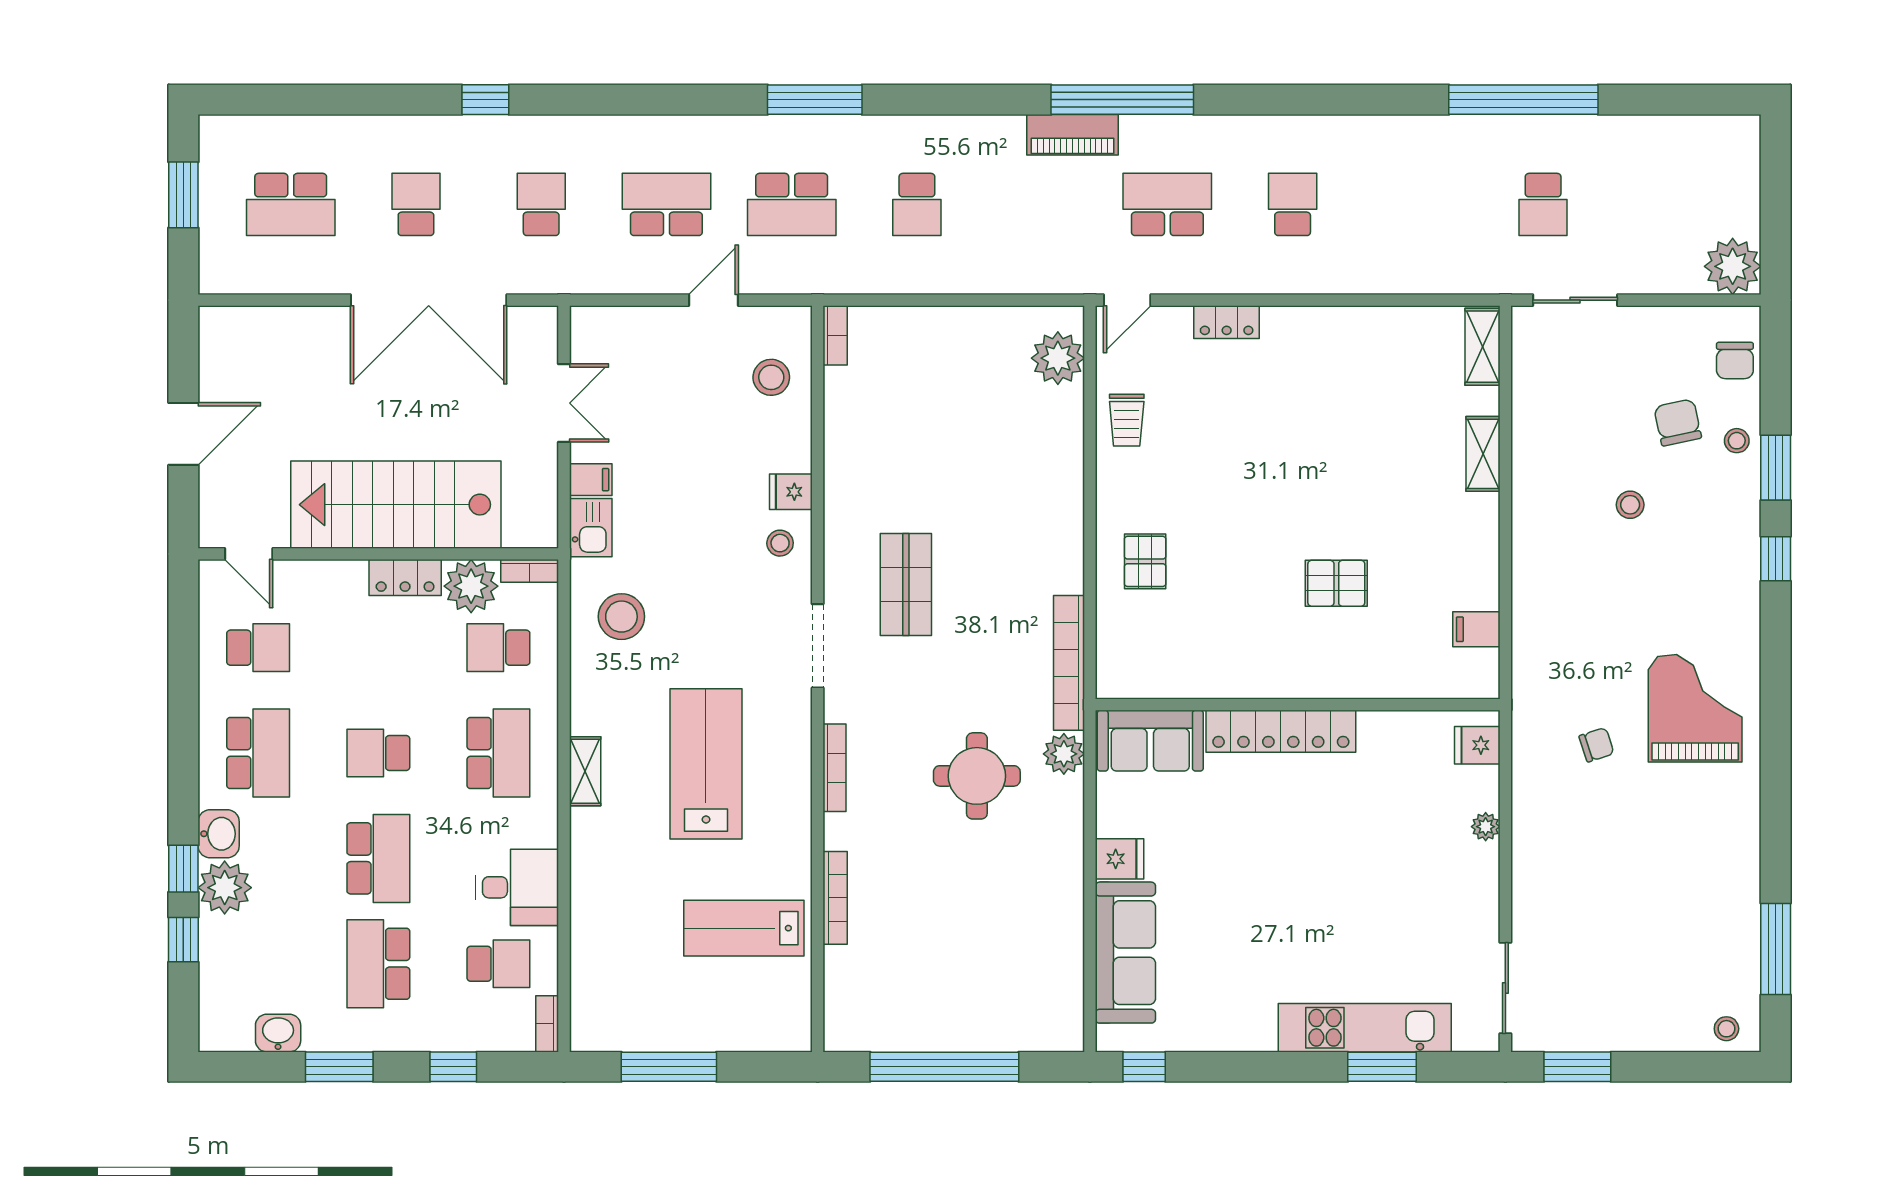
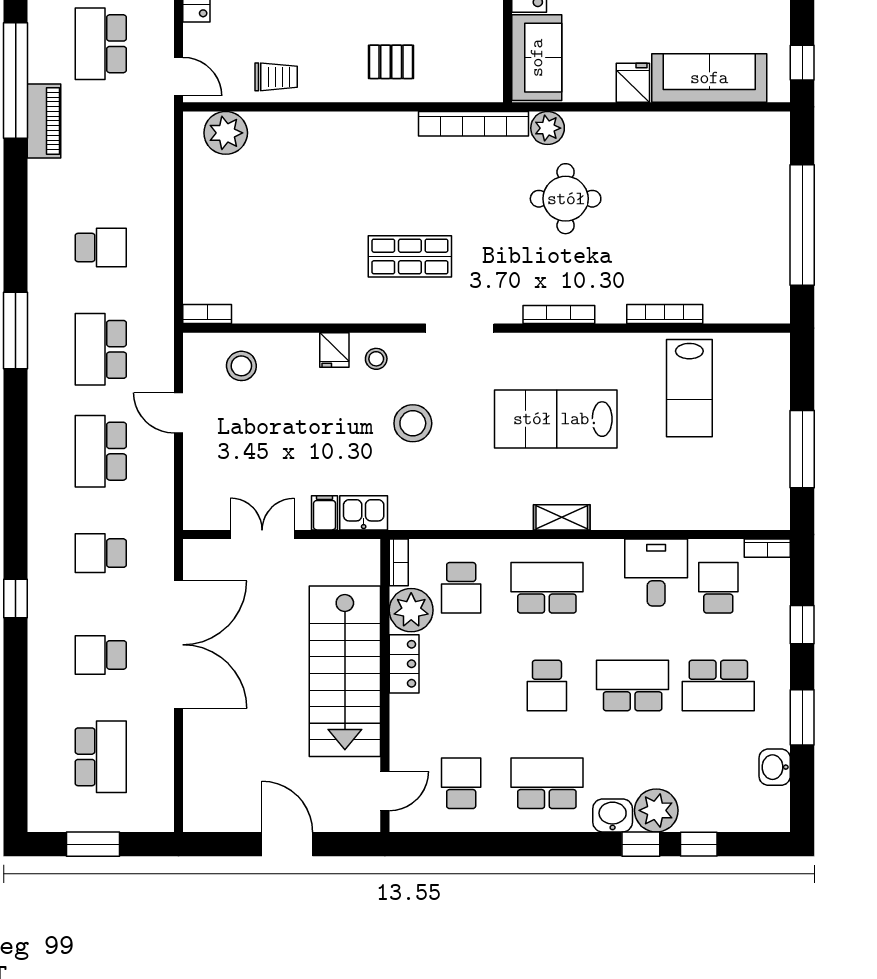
school desk: (792, 204) -> (101, 349), turned 180
stool: (621, 617) -> (413, 423), moved

